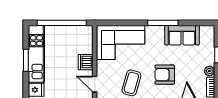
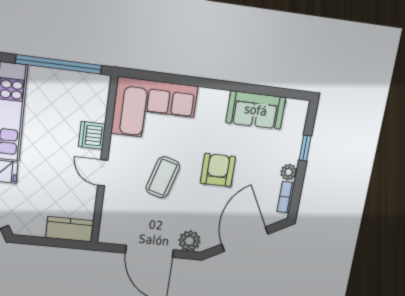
window: (163, 23) -> (229, 86), removed
armchair: (165, 75) -> (218, 170), turned 90

